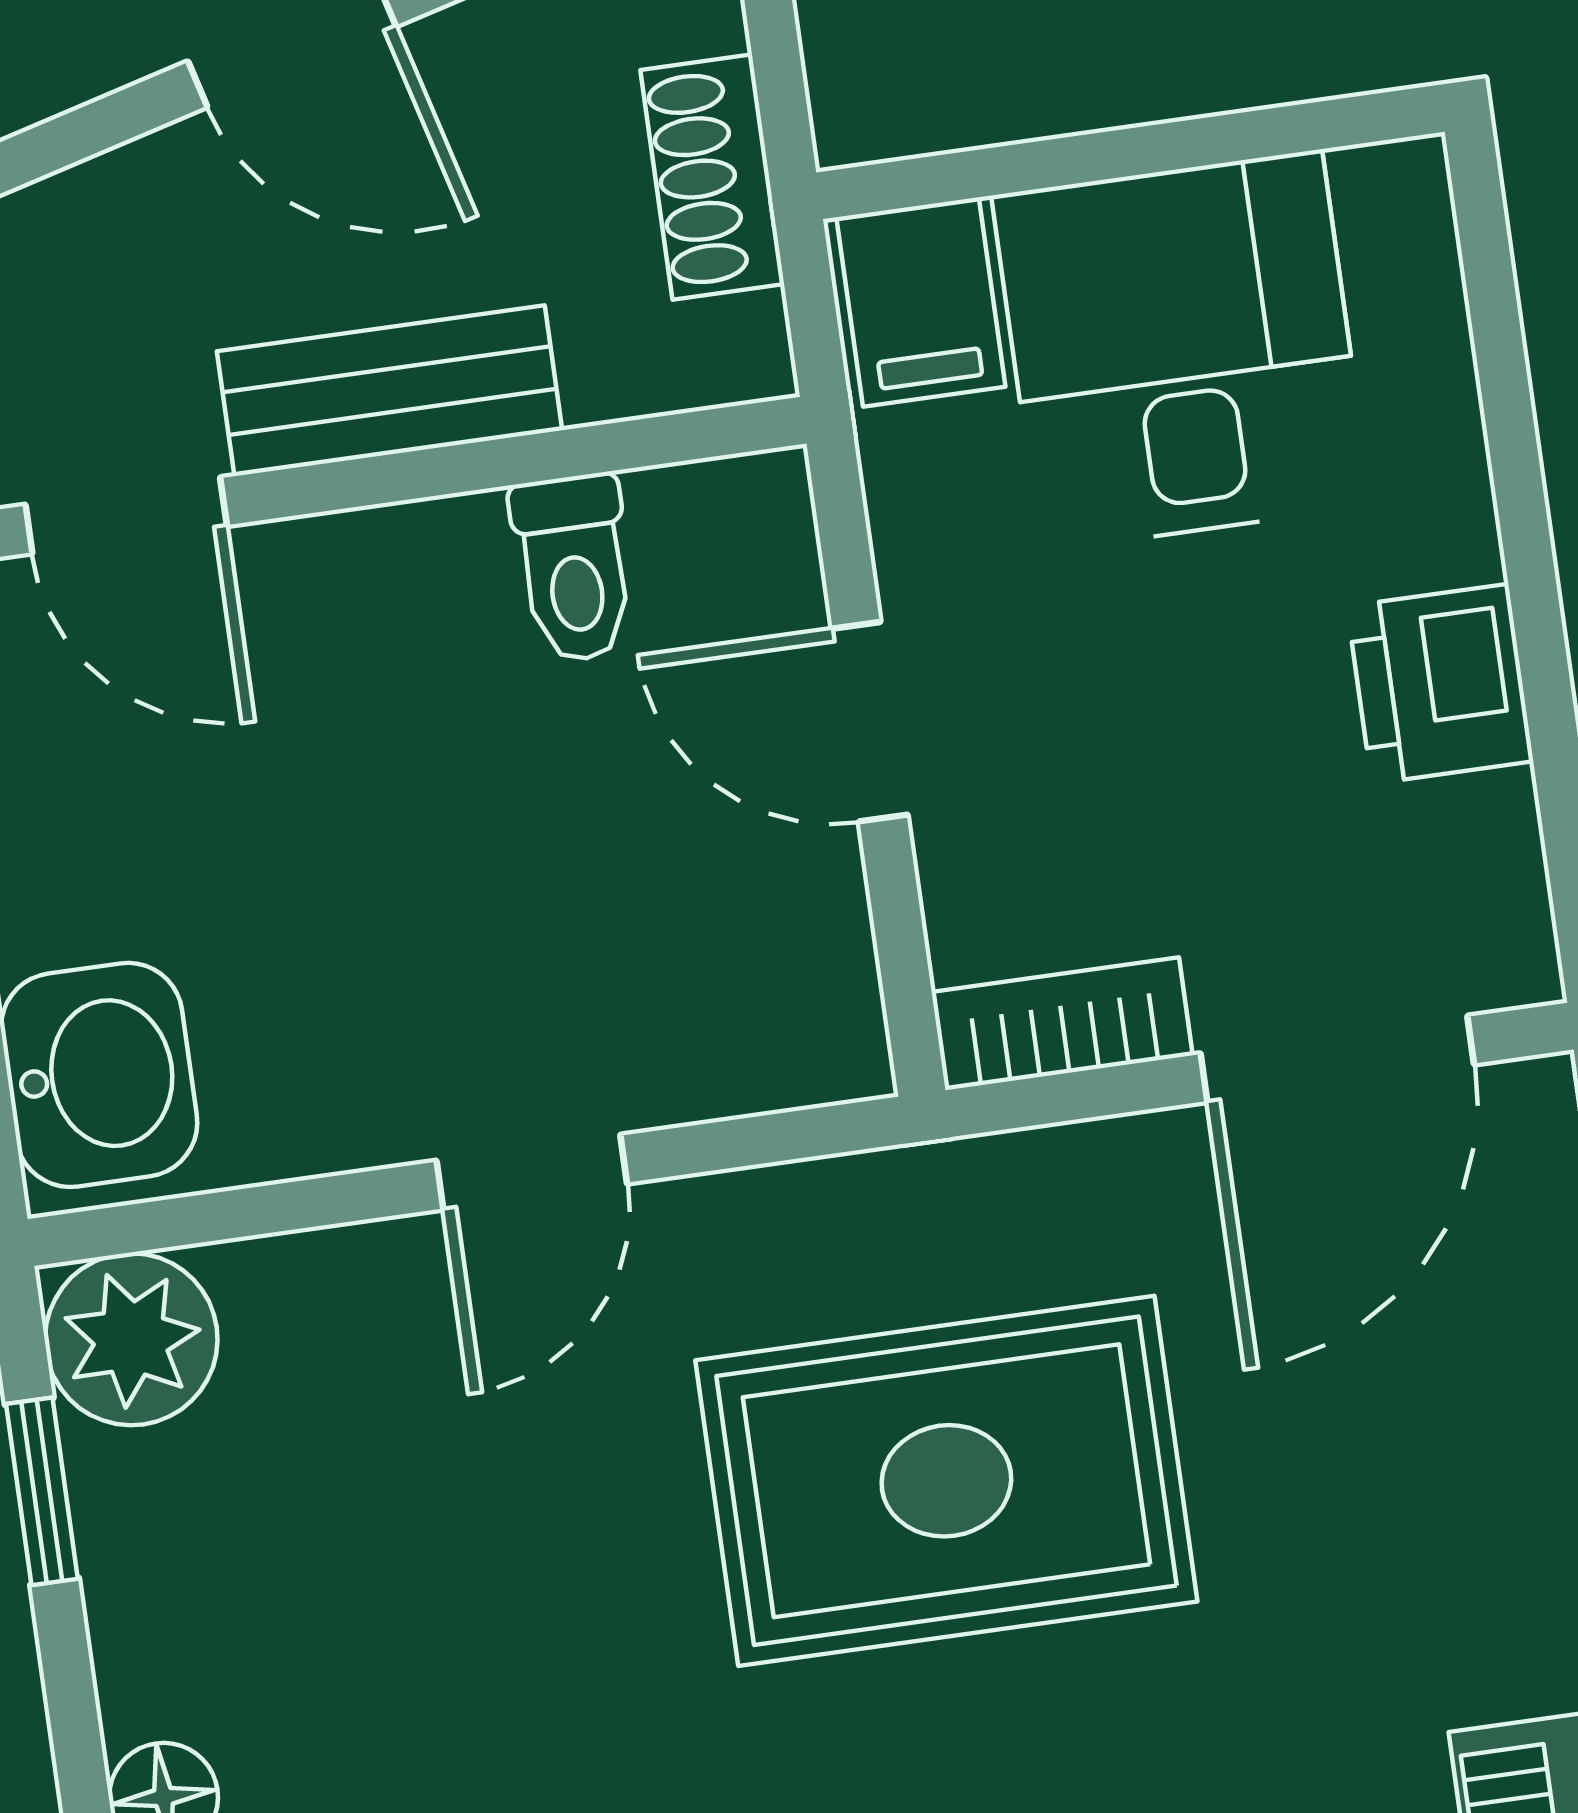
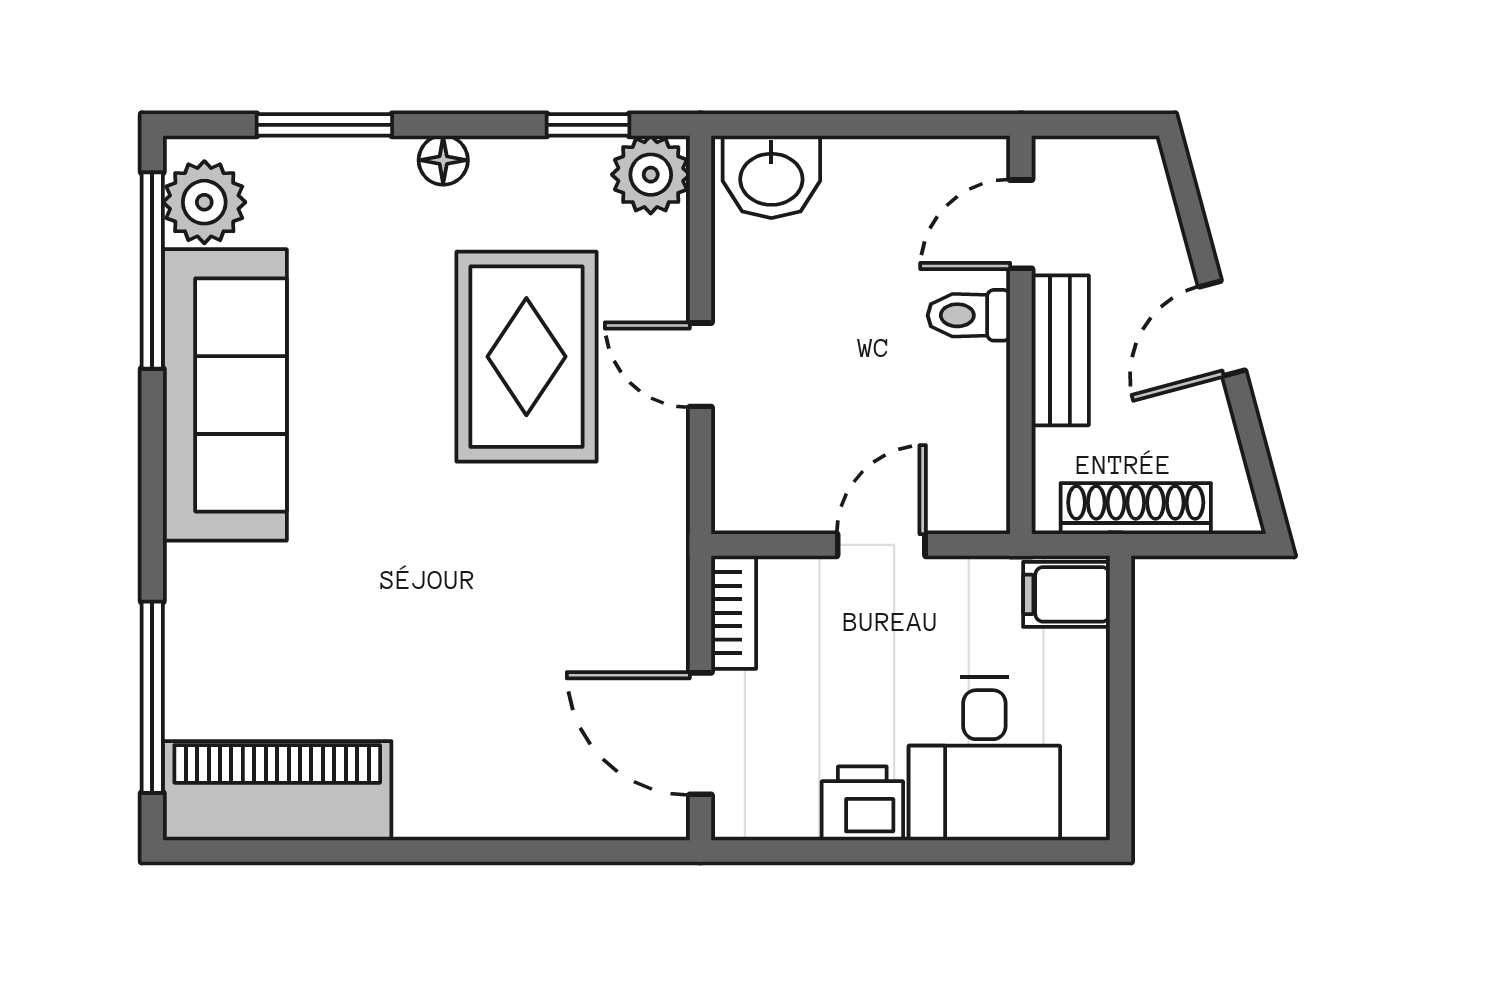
shoe rack: (712, 177) -> (1136, 509), width x1.43
desk: (1182, 351) -> (984, 759), moved, turned 90
toilet: (574, 568) -> (969, 315), moved
rug: (946, 1481) -> (526, 357), moved

